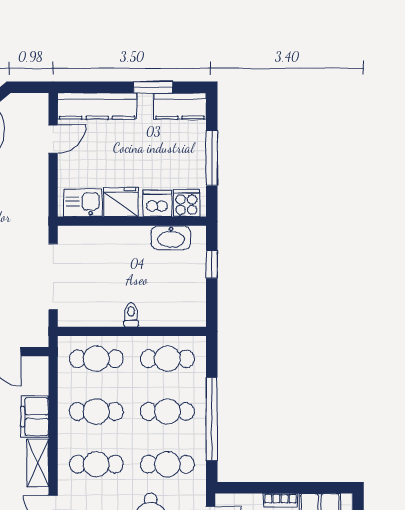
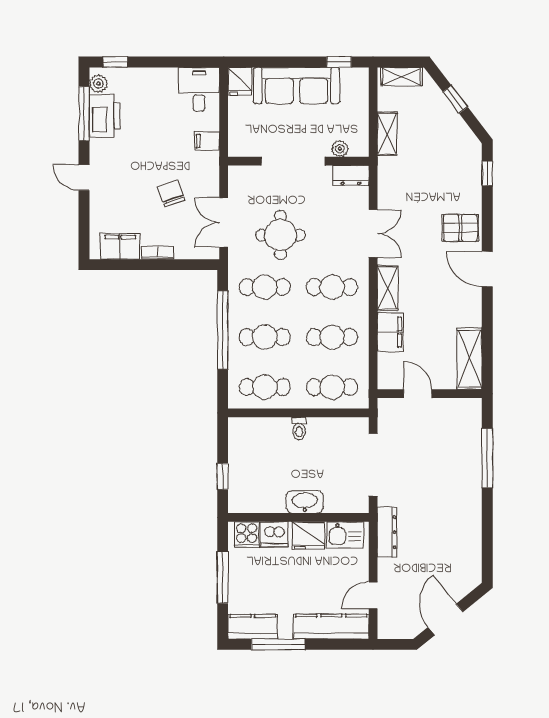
window: (153, 87) -> (278, 644), width x1.44
dresser: (38, 206) -> (387, 532), added
washbasin: (171, 238) -> (305, 502), moved

